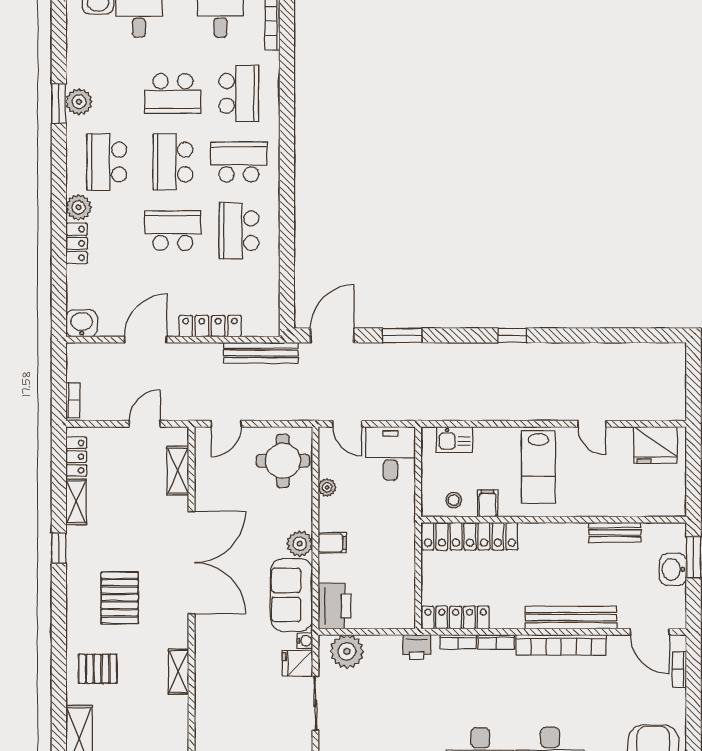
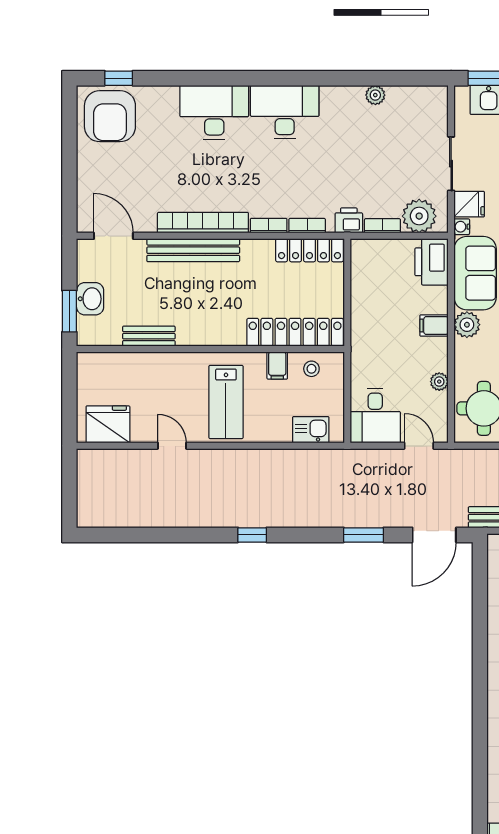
lab bench: (538, 467) -> (226, 402), turned 180
bookcase: (679, 669) -> (382, 226), moved, turned -90

